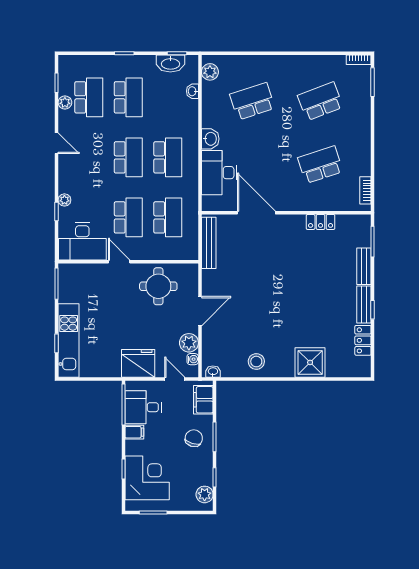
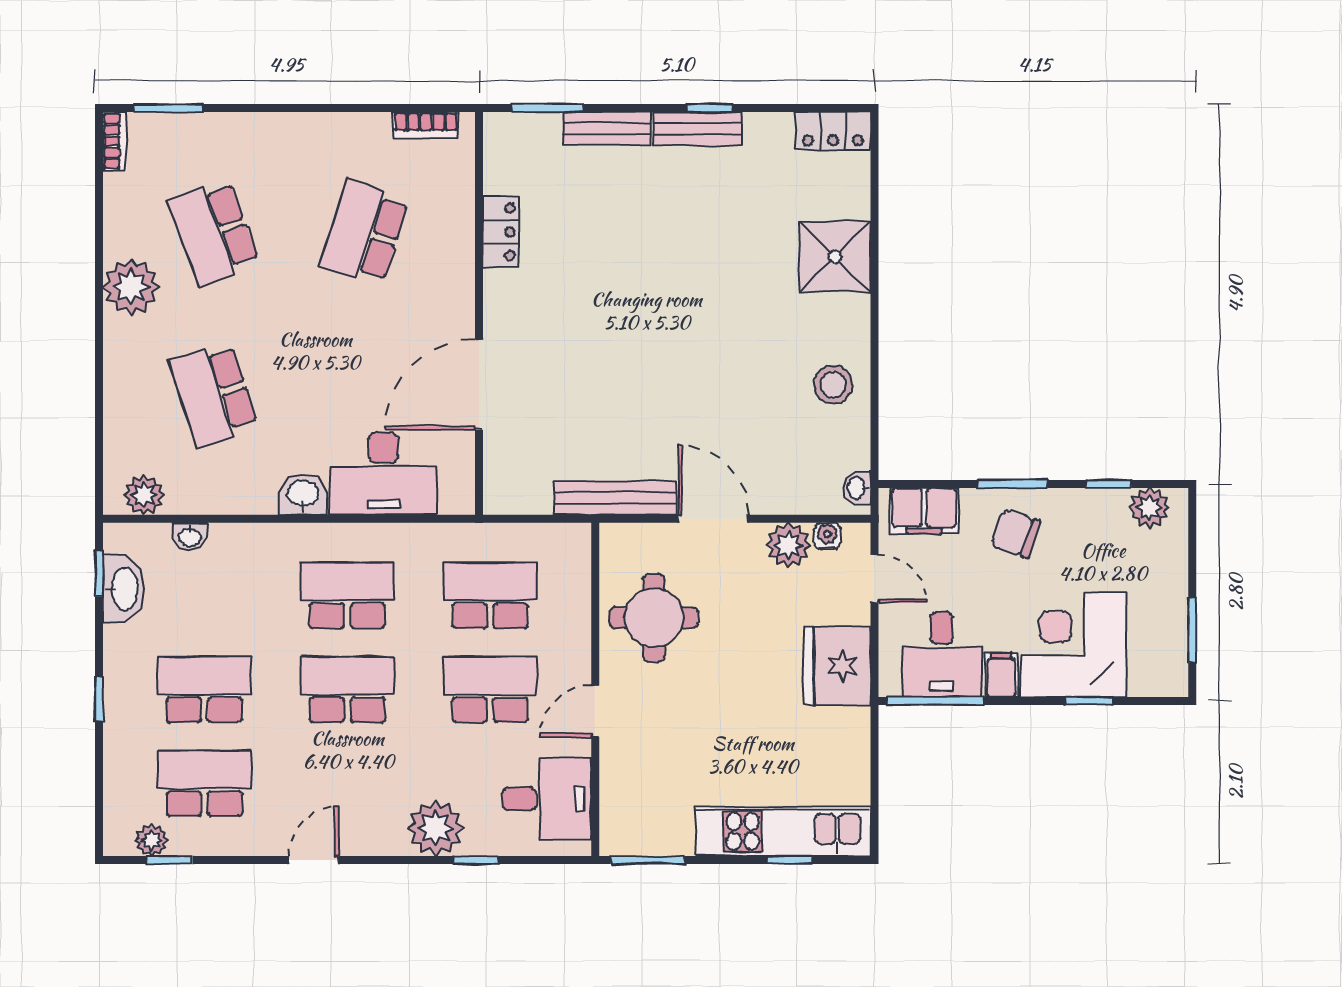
plant: (297, 67) -> (131, 287), added
plant: (65, 102) -> (152, 840), moved
school desk: (320, 165) -> (365, 233), turned 36
plant: (64, 200) -> (436, 828), width x1.87, depth x1.87
desk: (82, 241) -> (547, 799), width x0.73
bench: (209, 243) -> (615, 498), moved
locker: (363, 340) -> (833, 131), moved
door: (175, 379) -> (874, 579), swing flipped
corner desk: (147, 478) -> (1073, 645), moved

